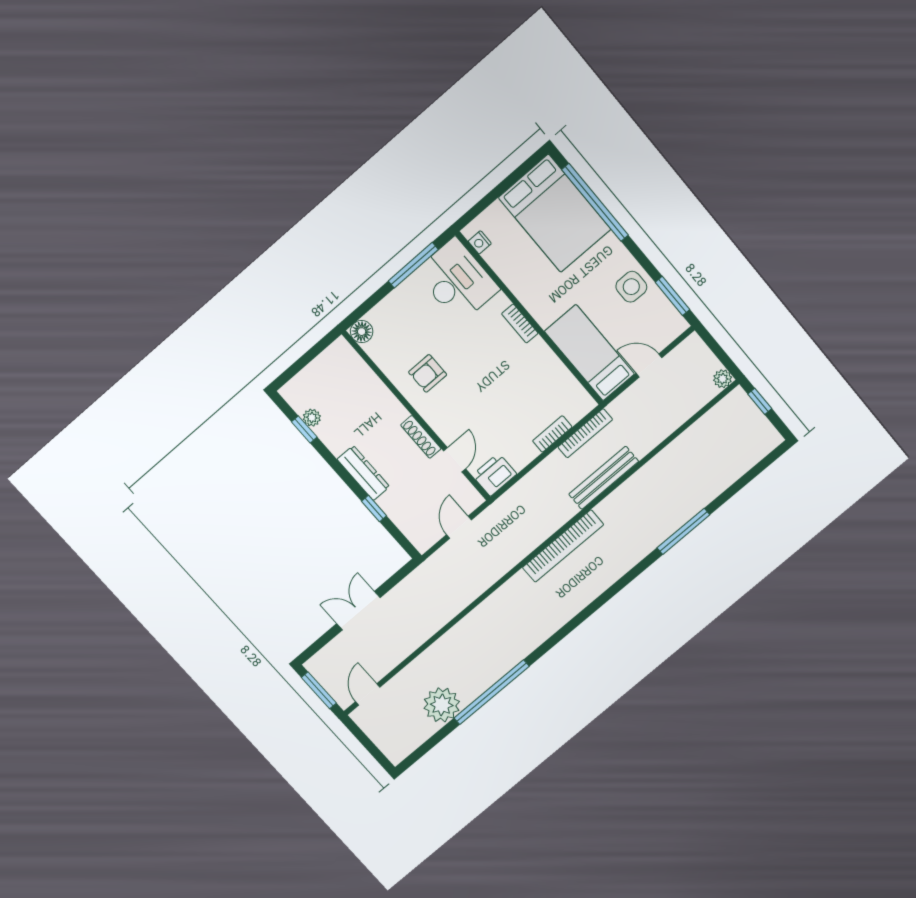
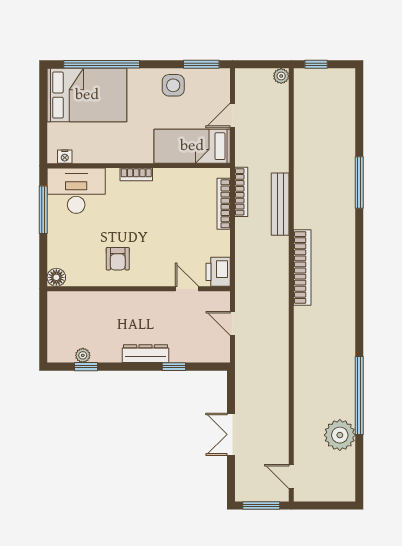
bookcase: (552, 434) -> (224, 204), width x1.56
shoe rack: (421, 437) -> (154, 298), removed

